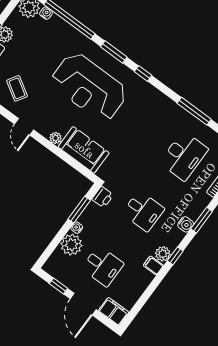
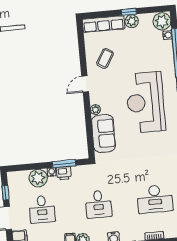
printer: (103, 197) -> (64, 173), moved

